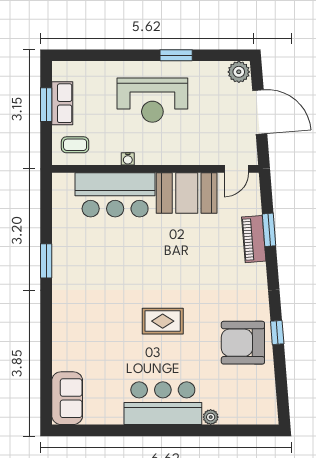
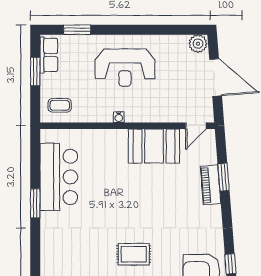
window: (176, 55) -> (77, 30), moved
row of seats: (62, 103) -> (49, 55), moved
water cooler: (128, 159) -> (119, 117), moved
bar counter: (115, 195) -> (59, 177), moved, turned -90

